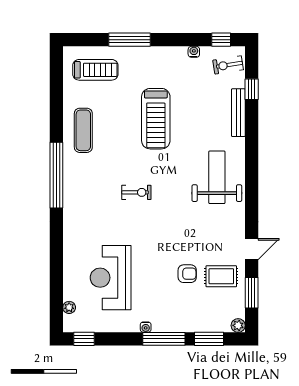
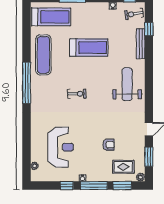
treadmill: (95, 70) -> (51, 17), width x1.37, depth x1.38
treadmill: (156, 119) -> (89, 48), turned -90
exercise mat: (83, 130) -> (43, 55), width x1.36, depth x1.45
rug: (221, 276) -> (123, 167), moved
reception desk: (111, 278) -> (61, 147), turned 180
window: (84, 339) -> (67, 186), moved

